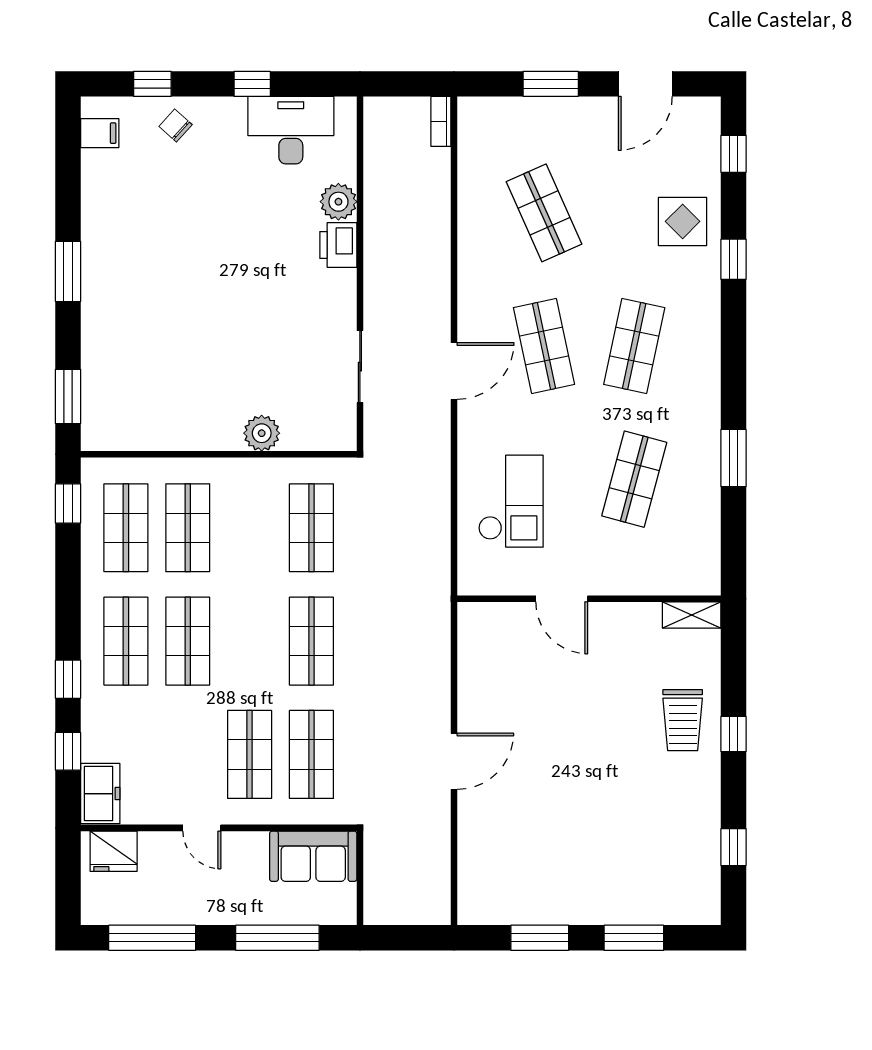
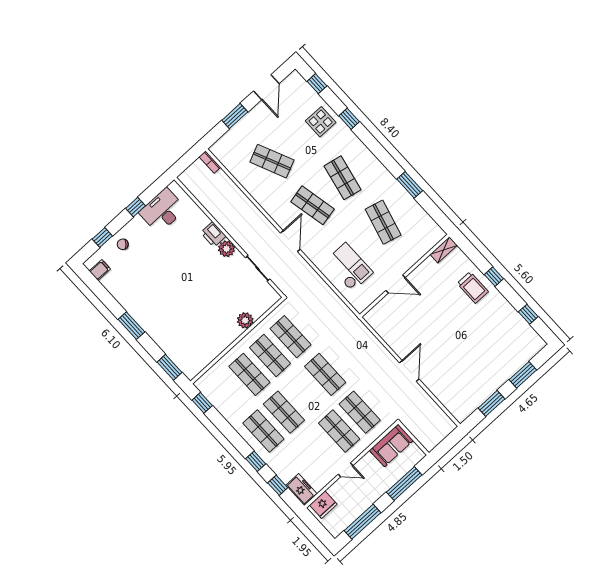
plant: (338, 202) -> (227, 249), moved
shop shelf: (126, 528) -> (270, 356), moved

